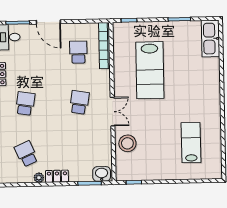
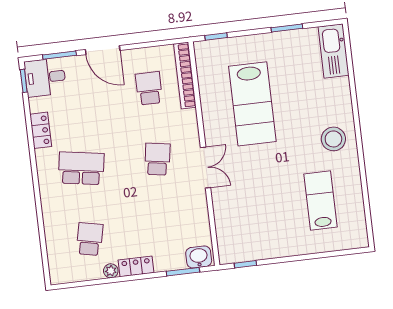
school desk: (25, 104) -> (81, 168), width x1.85
stool: (127, 143) -> (333, 139), moved
school desk: (26, 154) -> (90, 239), turned 36

